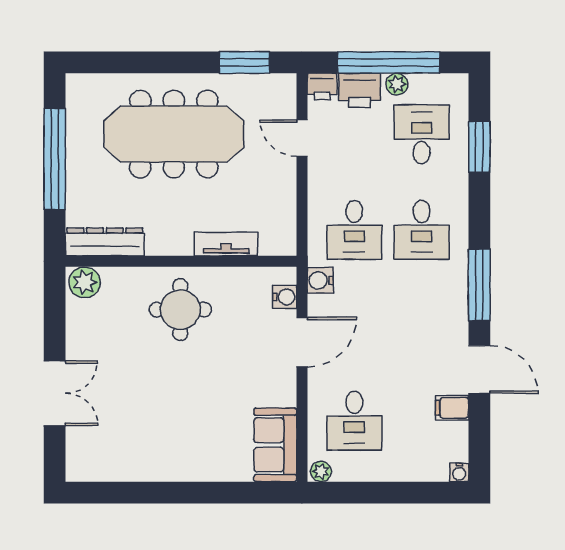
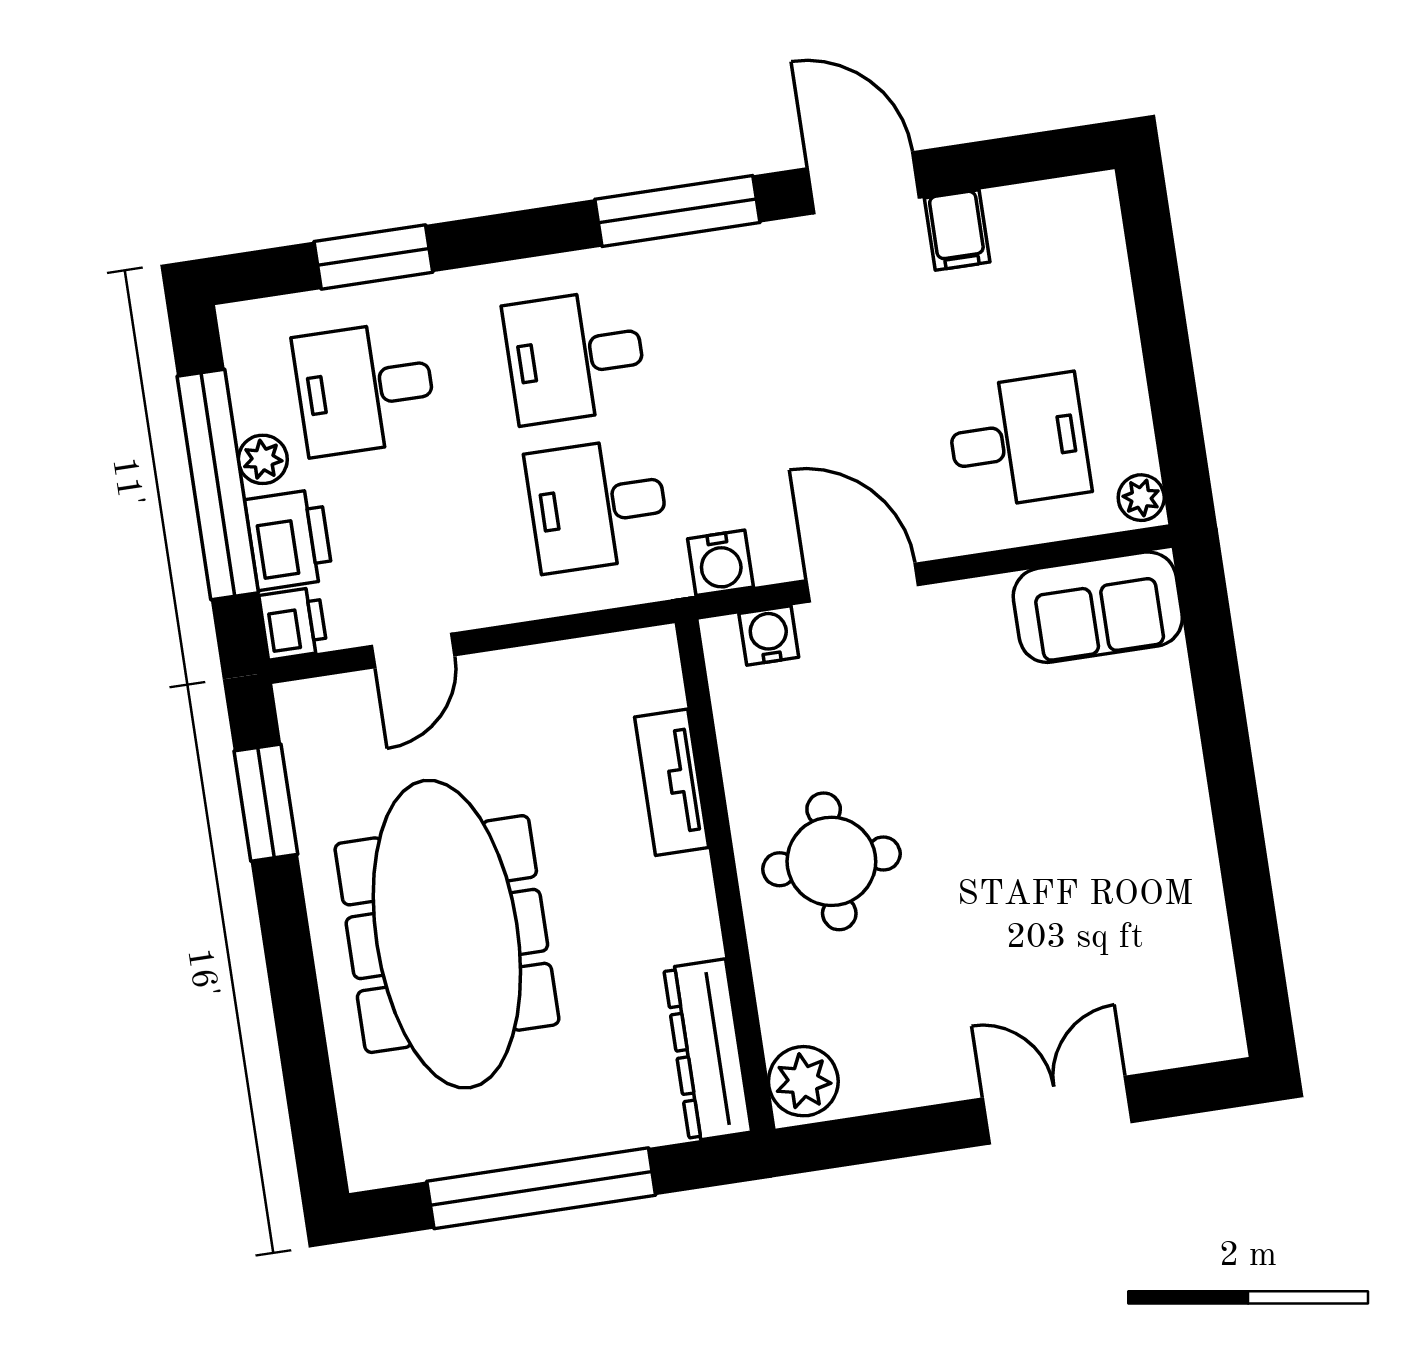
desk: (354, 230) -> (598, 505), turned 180
desk: (422, 230) -> (575, 356), turned 180
door: (479, 369) -> (863, 183), hinge flipped
water cooler: (459, 472) -> (1097, 193), removed

